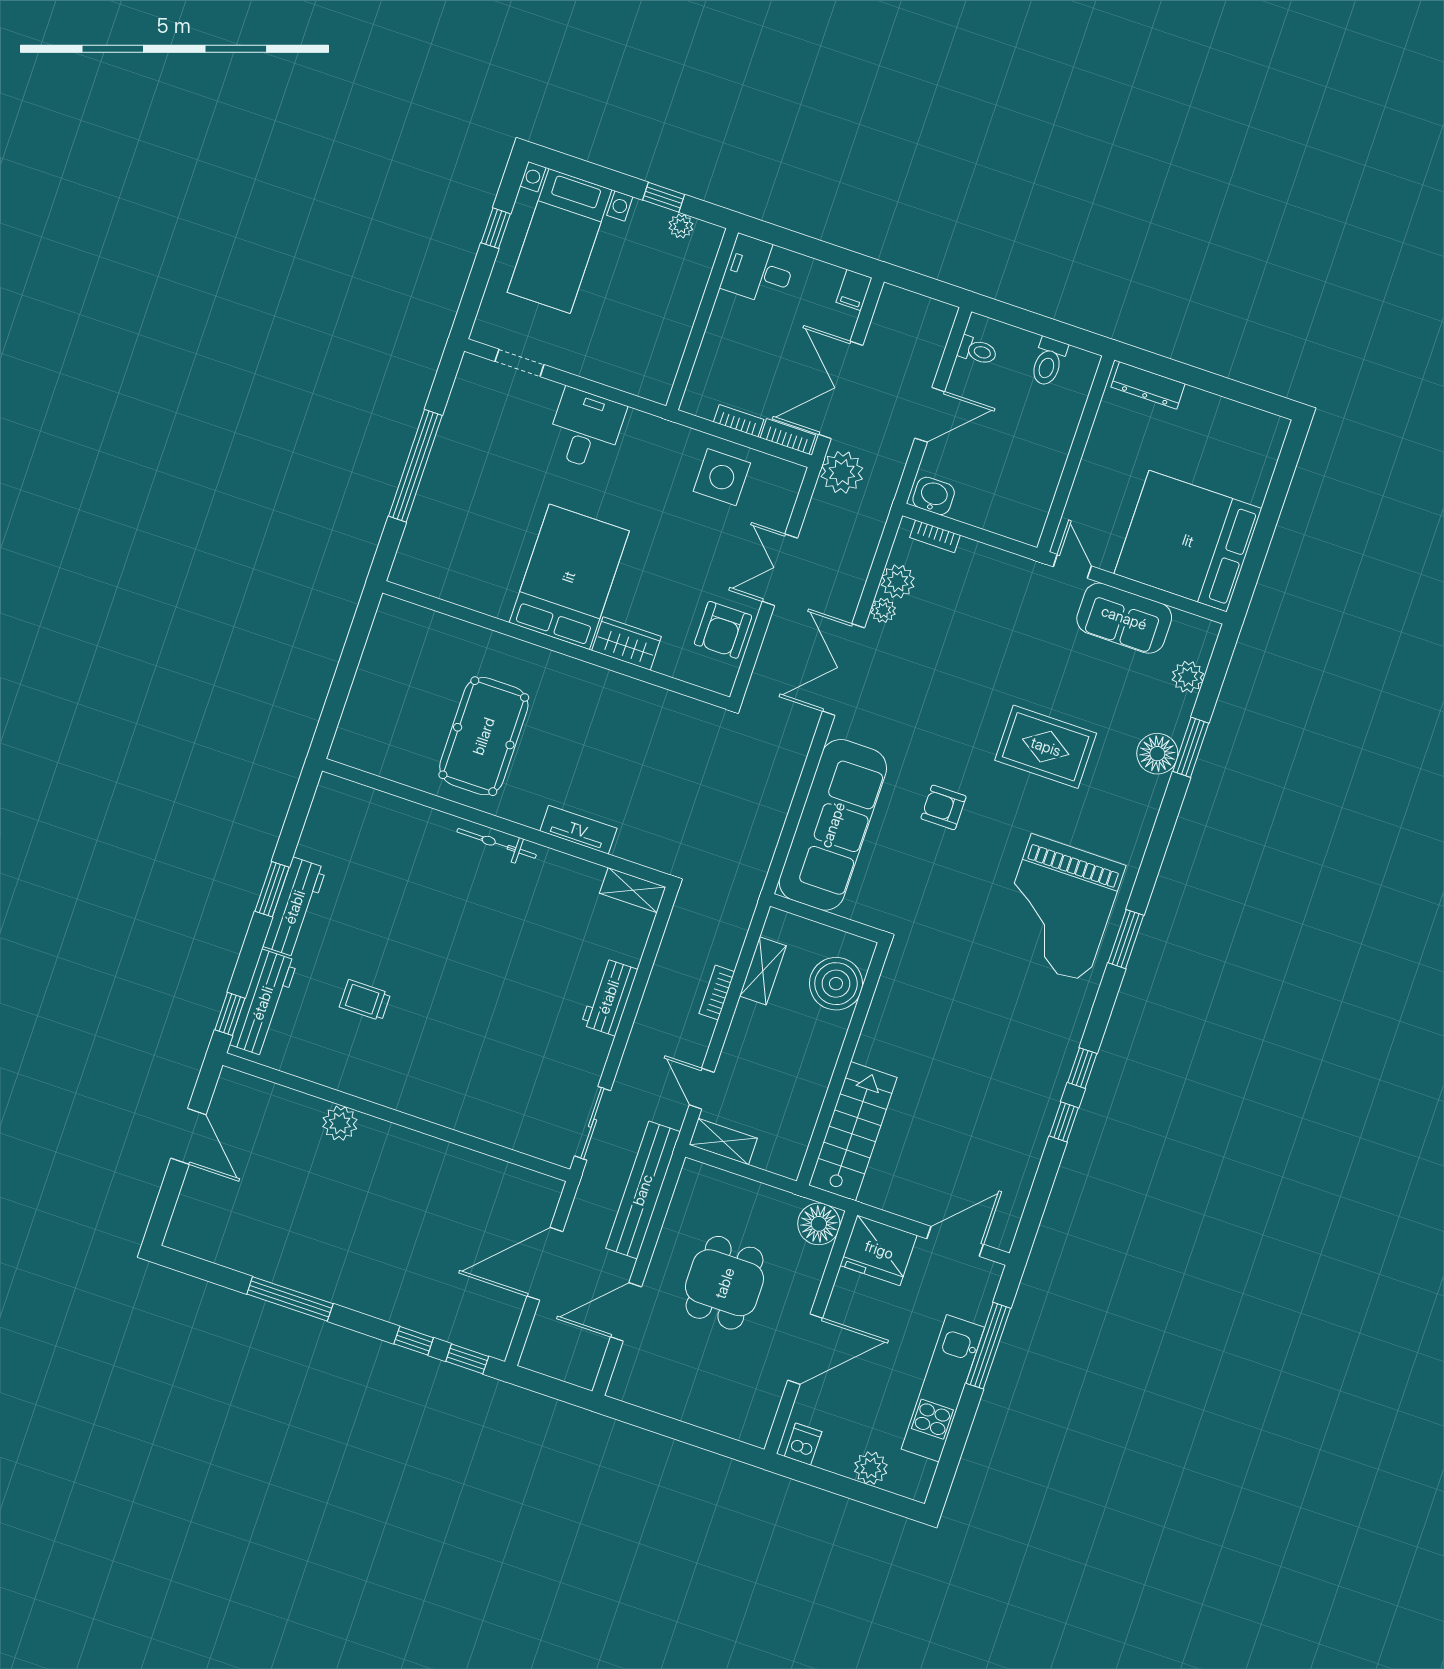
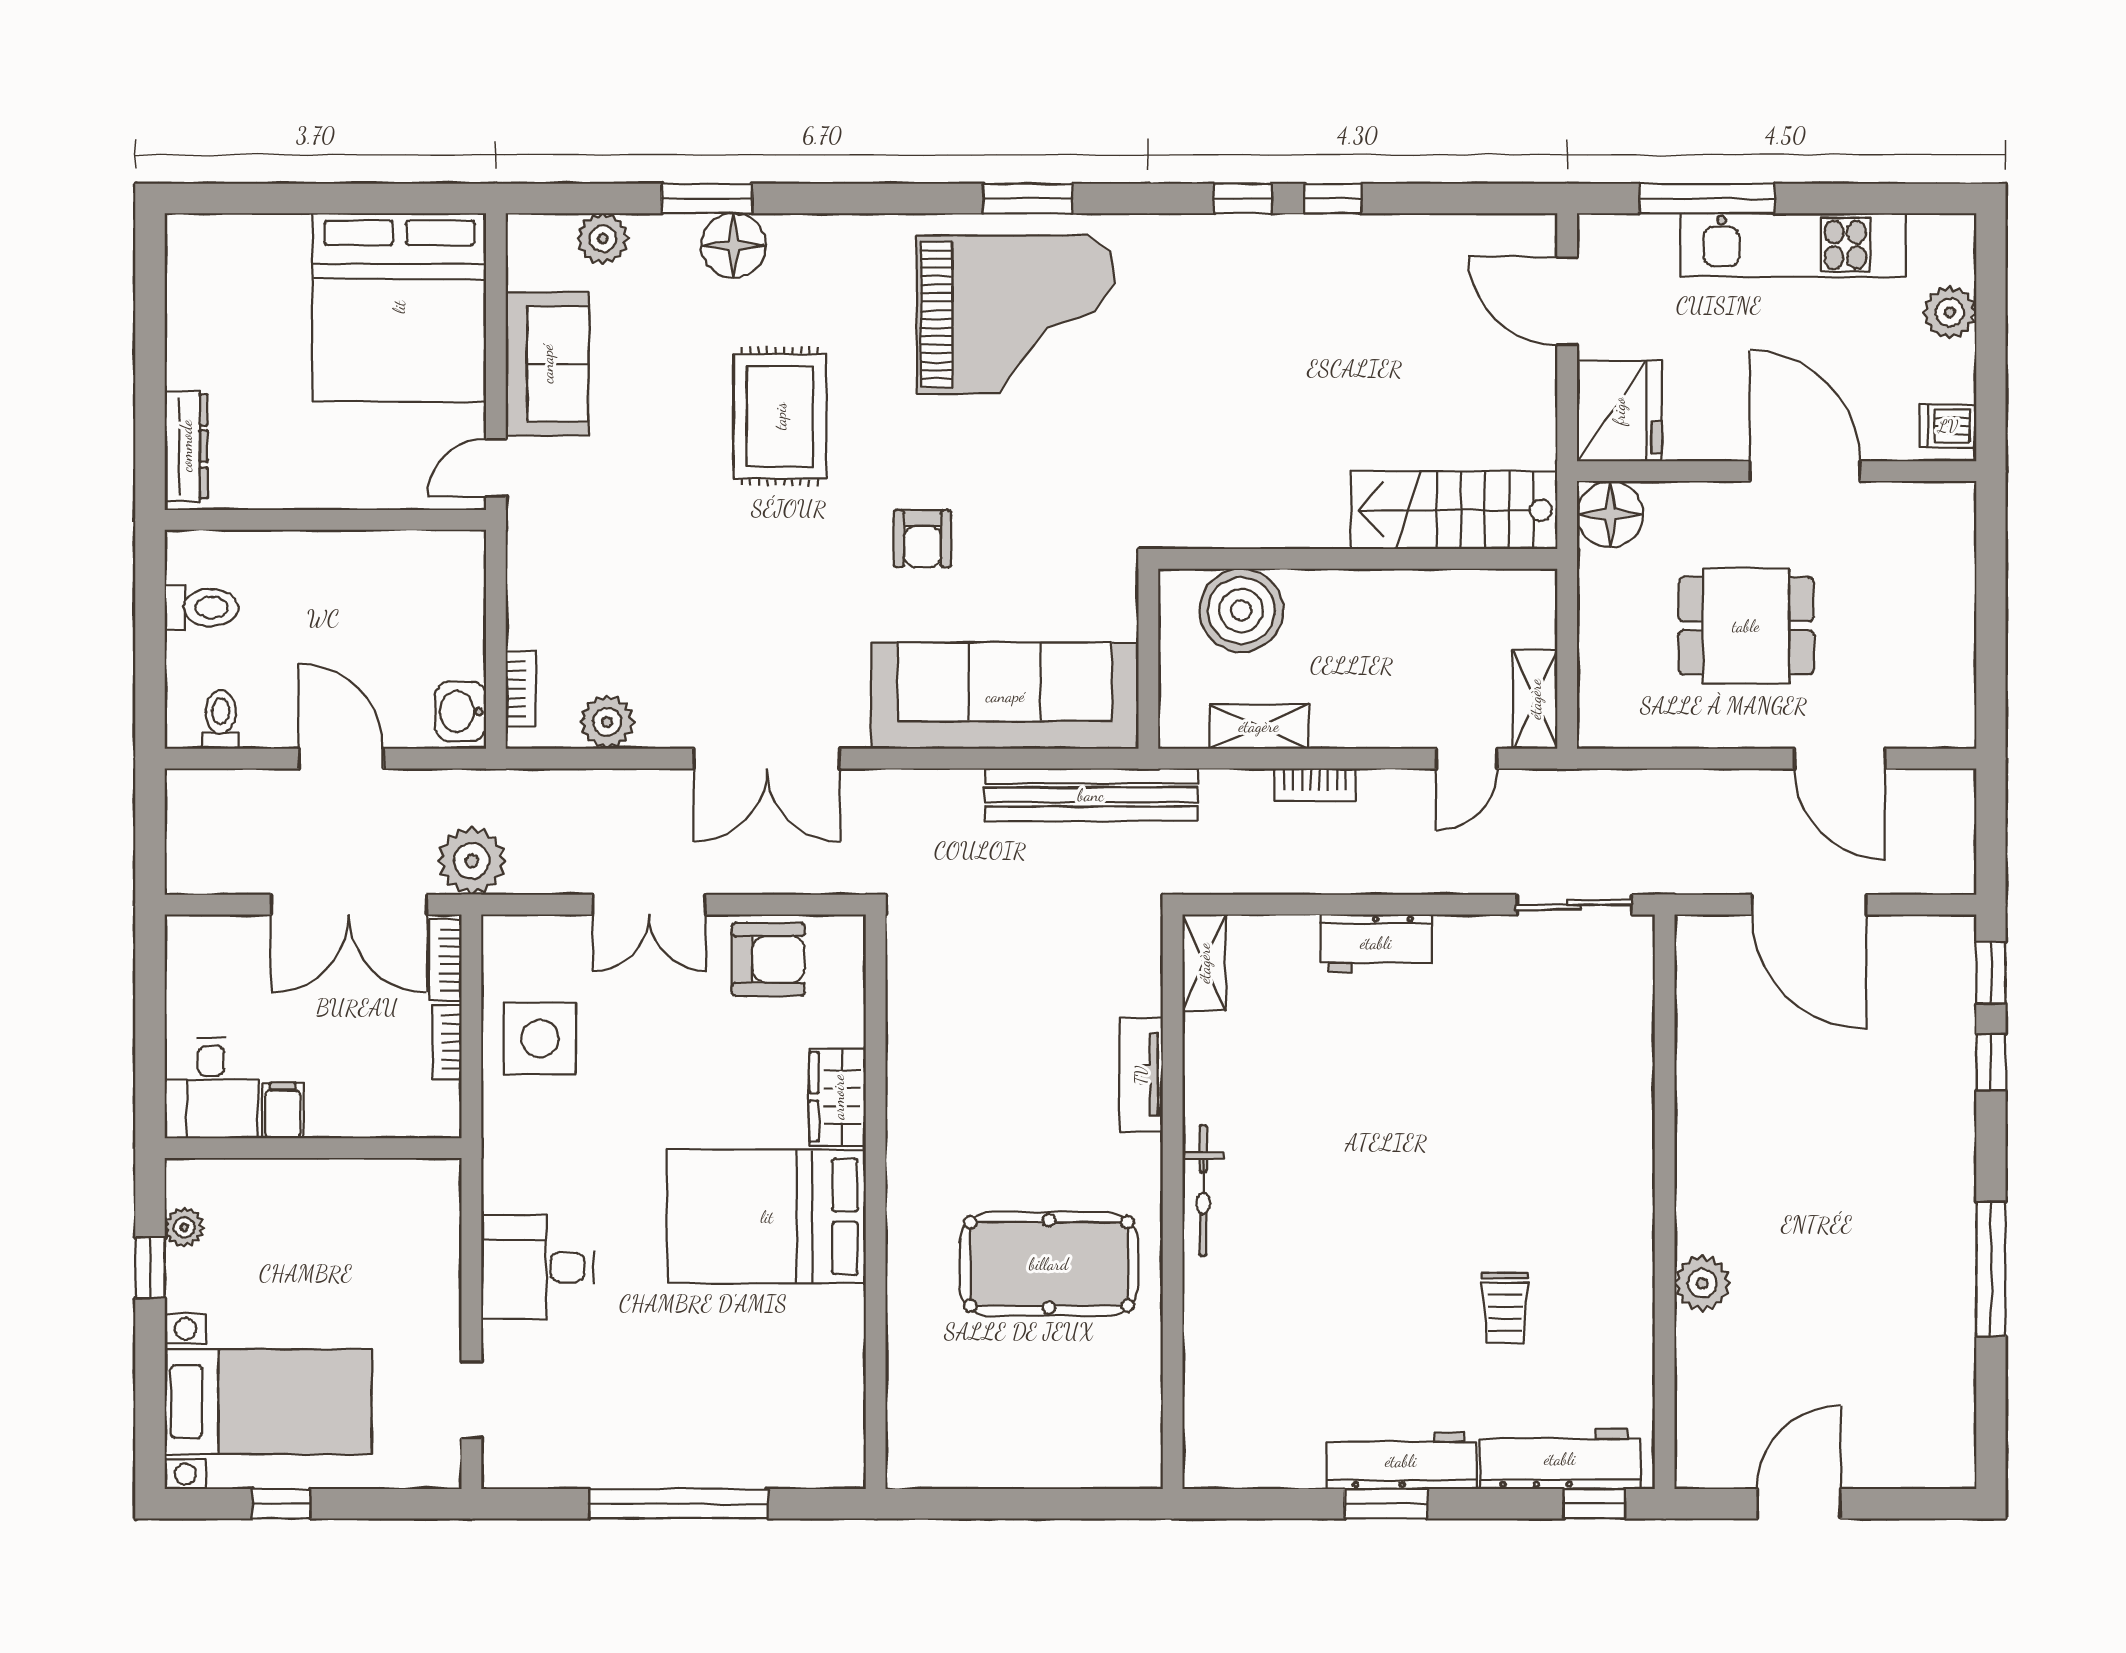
filing cabinet: (854, 290) -> (283, 1111), moved, turned -90
plant: (883, 610) -> (658, 729), removed
bench: (643, 1190) -> (1091, 795), moved

